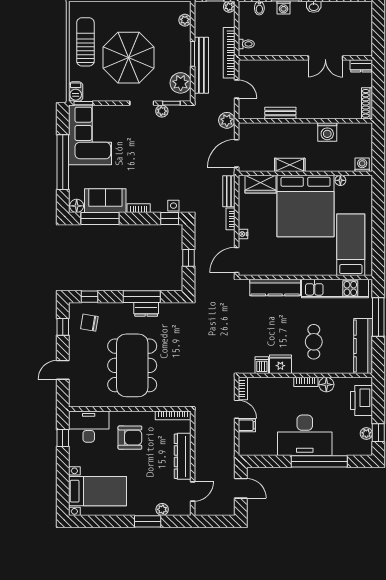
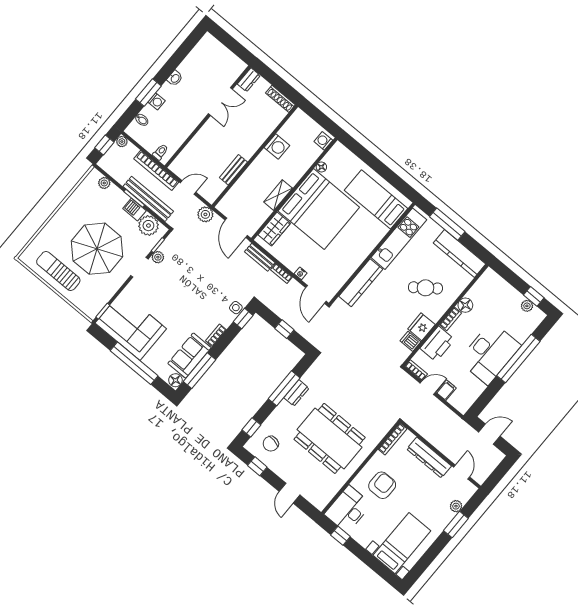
barbecue: (76, 92) -> (134, 210), moved, turned 180
cafe table: (314, 342) -> (425, 288), turned -37
printer: (361, 401) -> (437, 344), moved, turned -90

